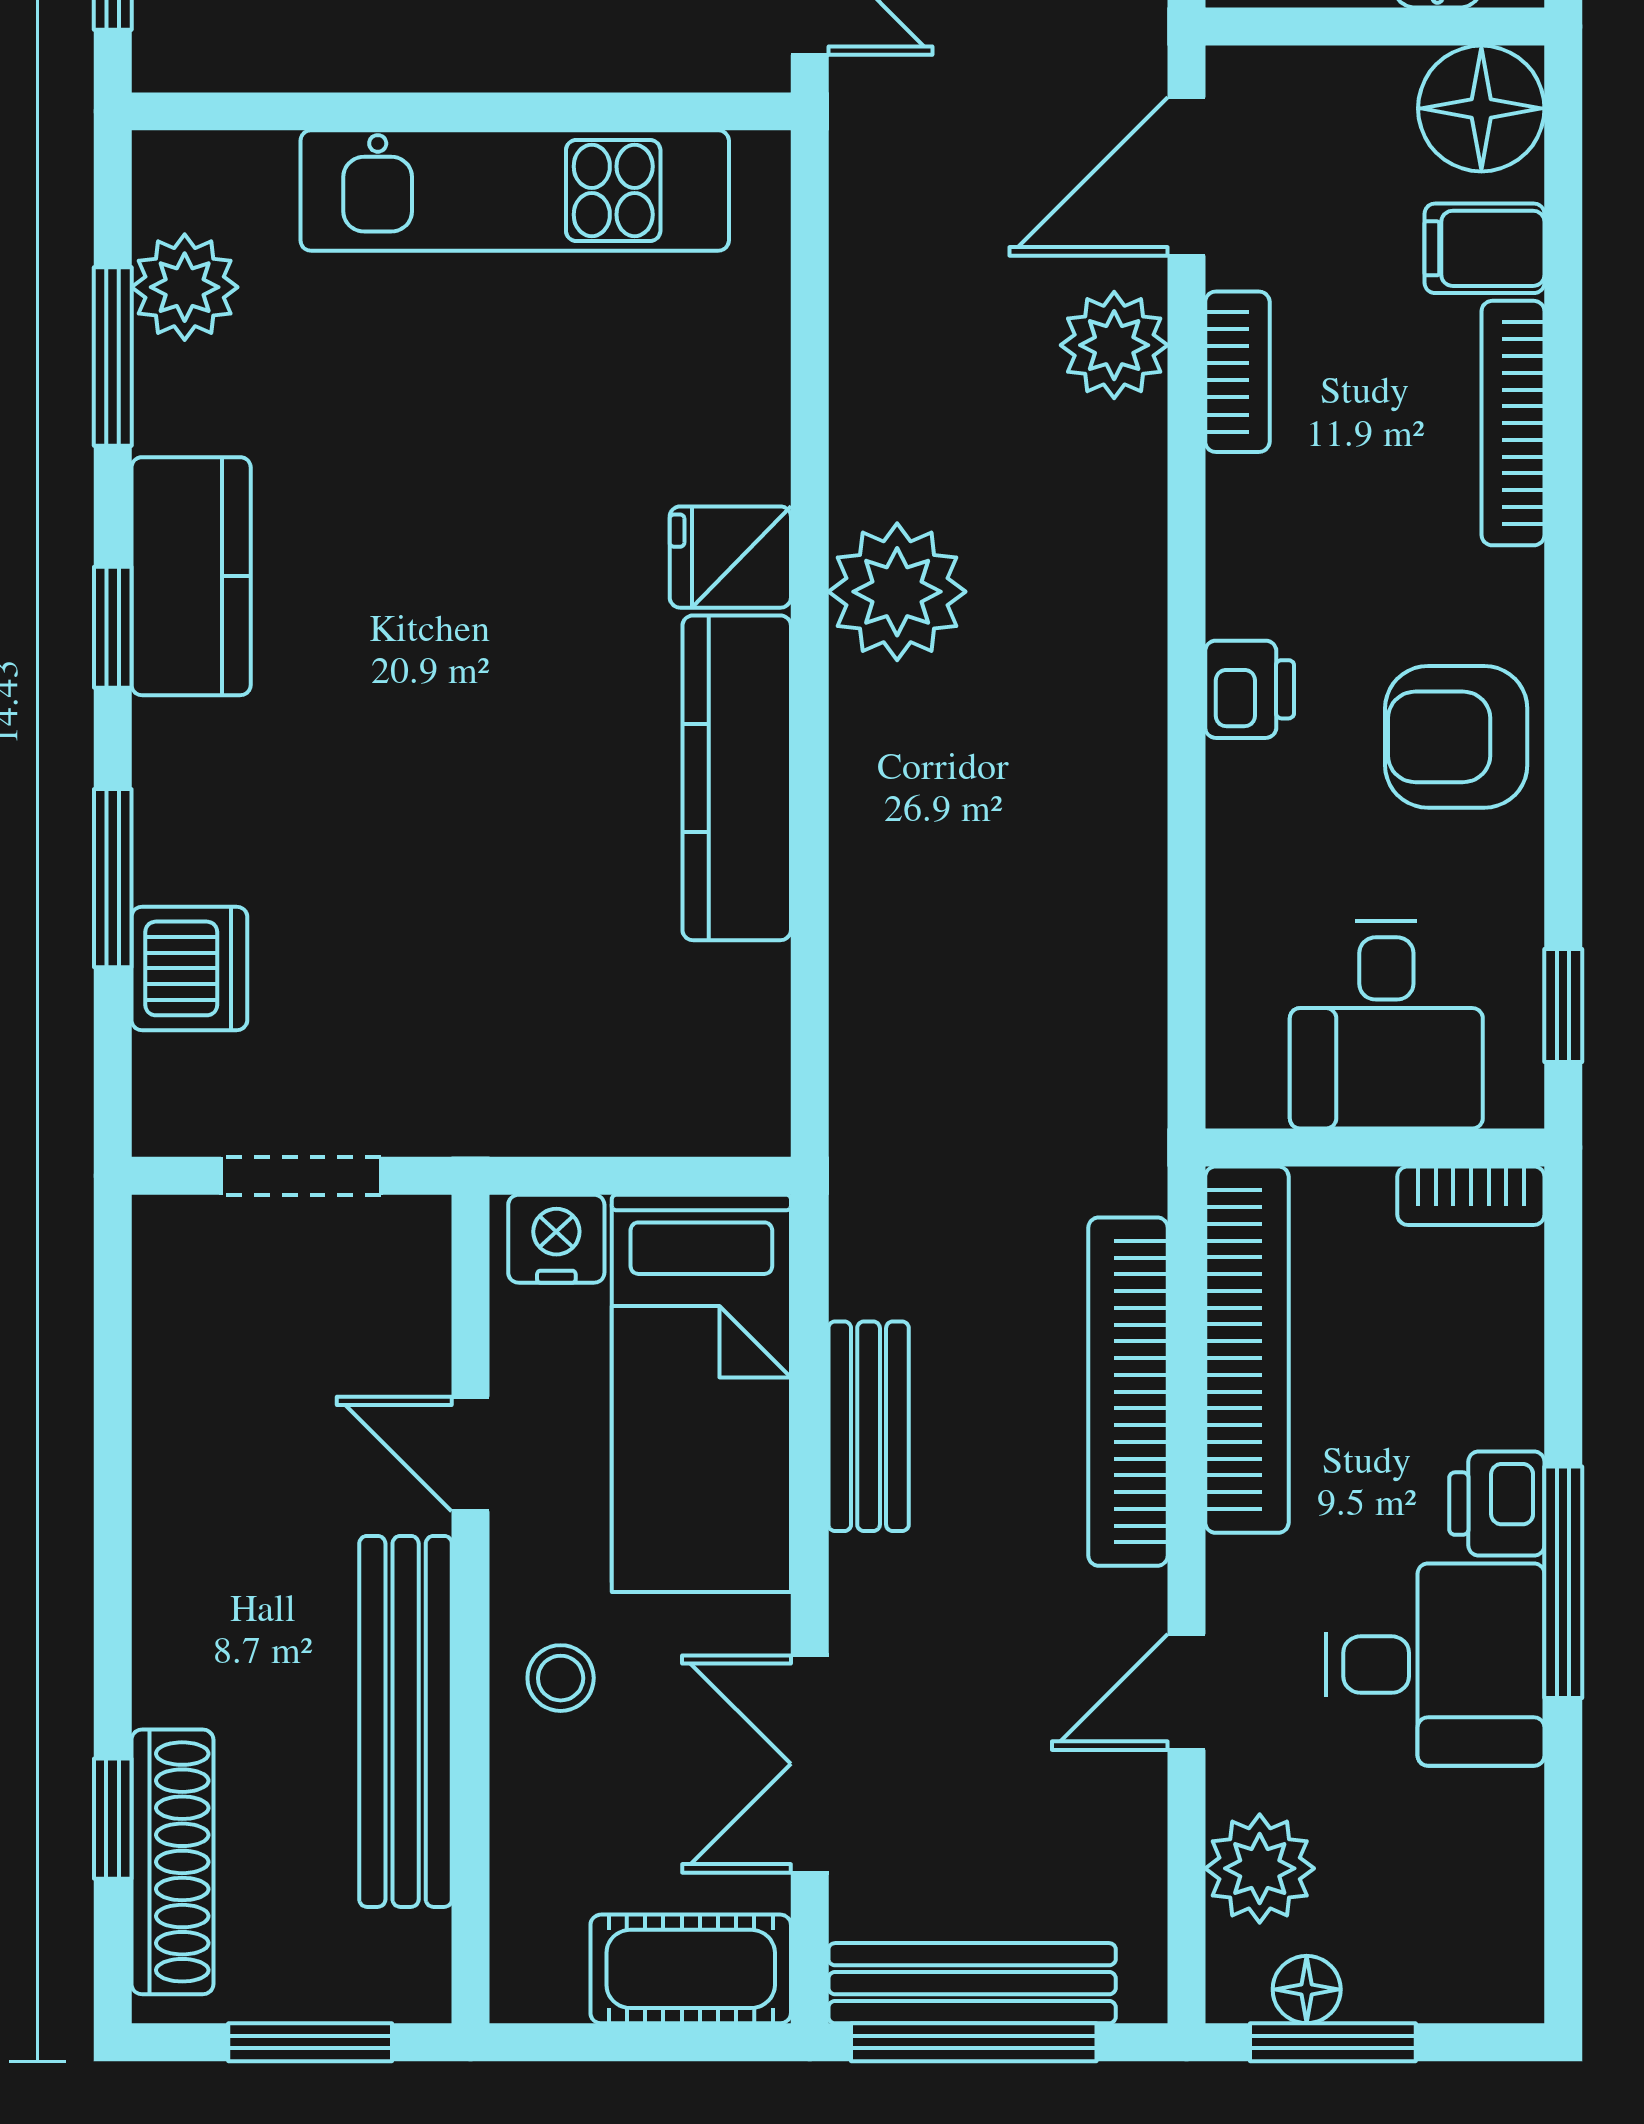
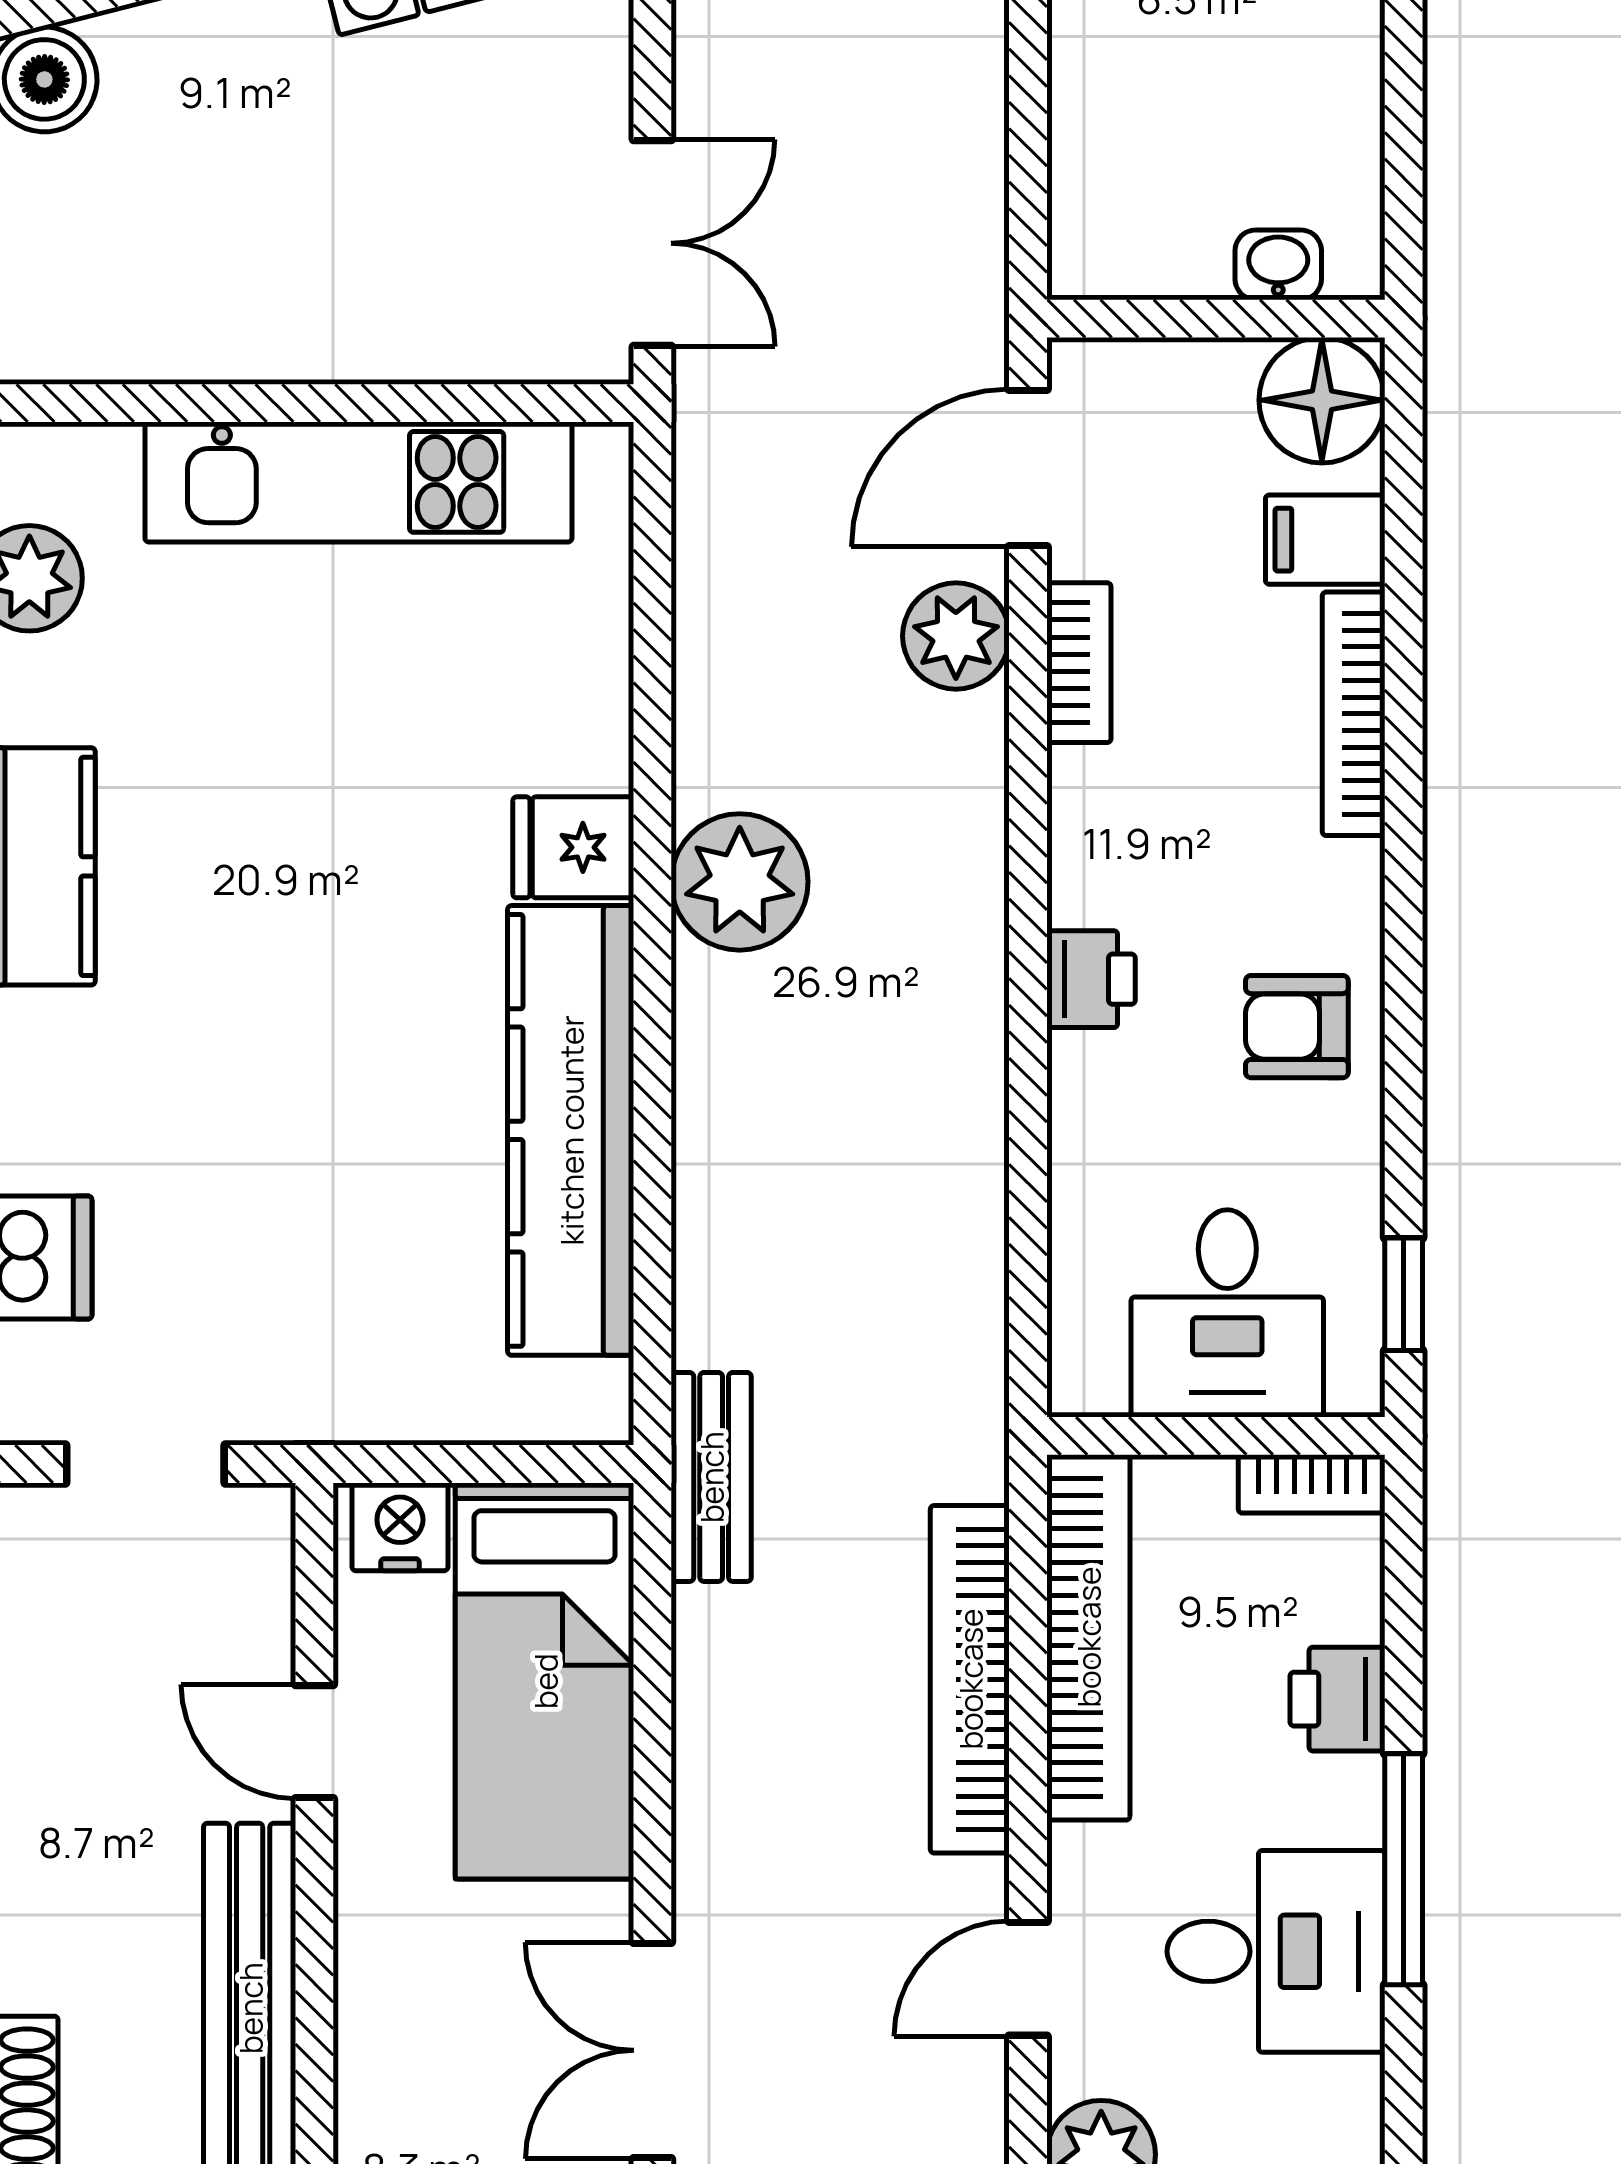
armchair: (1456, 737) -> (1297, 1027), width x0.72, depth x0.72
kitchen counter: (737, 778) -> (571, 1130), width x1.39, depth x1.17
bench: (869, 1426) -> (711, 1477), moved
printer: (1497, 1504) -> (1337, 1699), moved
stool: (561, 1678) -> (404, 1965), removed

